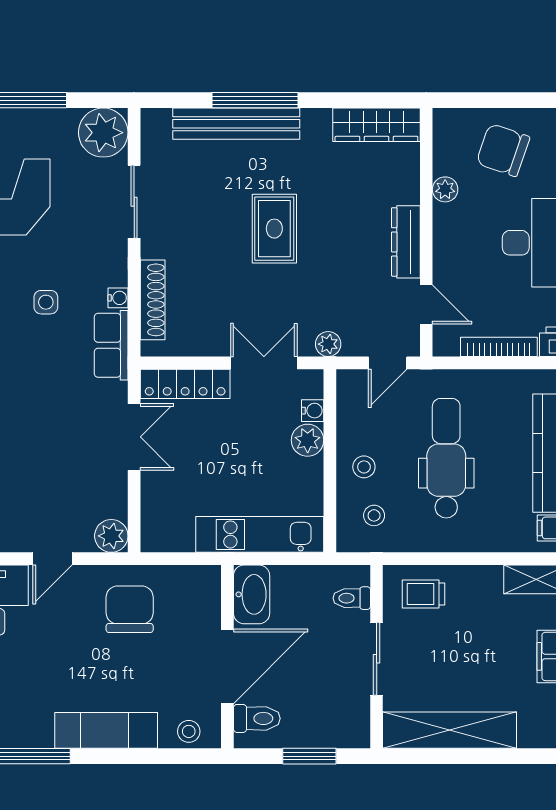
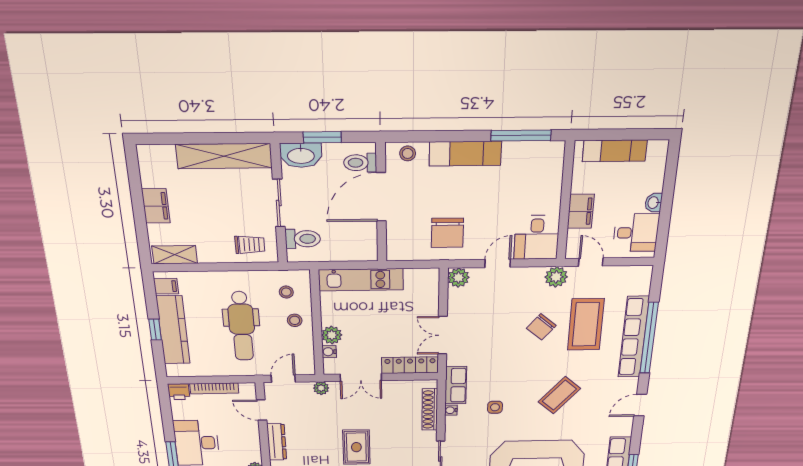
washbasin: (252, 594) -> (301, 155), moved, turned -90
toilet: (352, 598) -> (303, 239), width x1.37, depth x1.39

